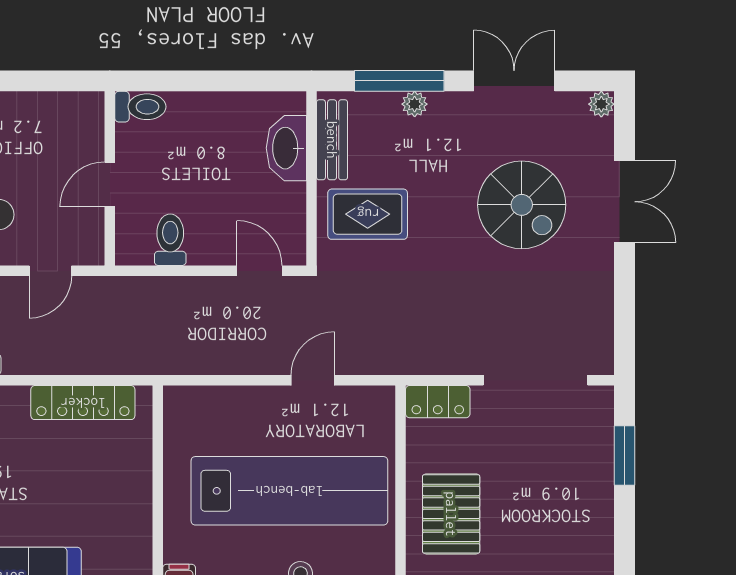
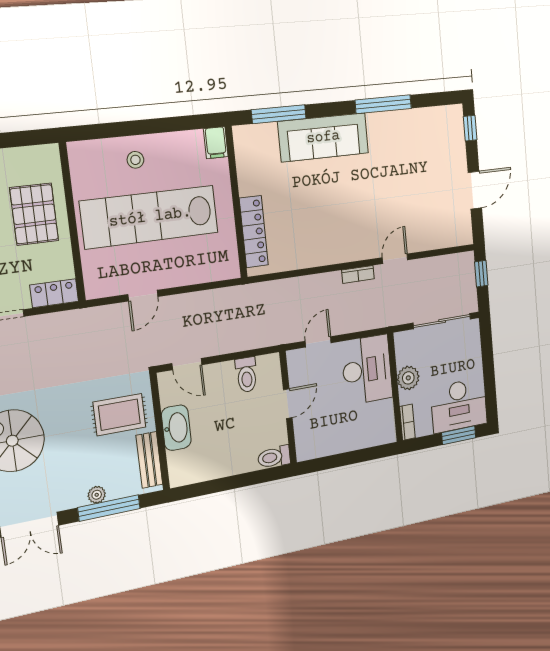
washbasin: (286, 148) -> (176, 428), moved
locker: (83, 403) -> (254, 232), moved, turned 90

